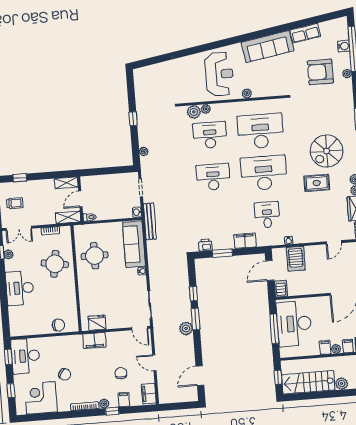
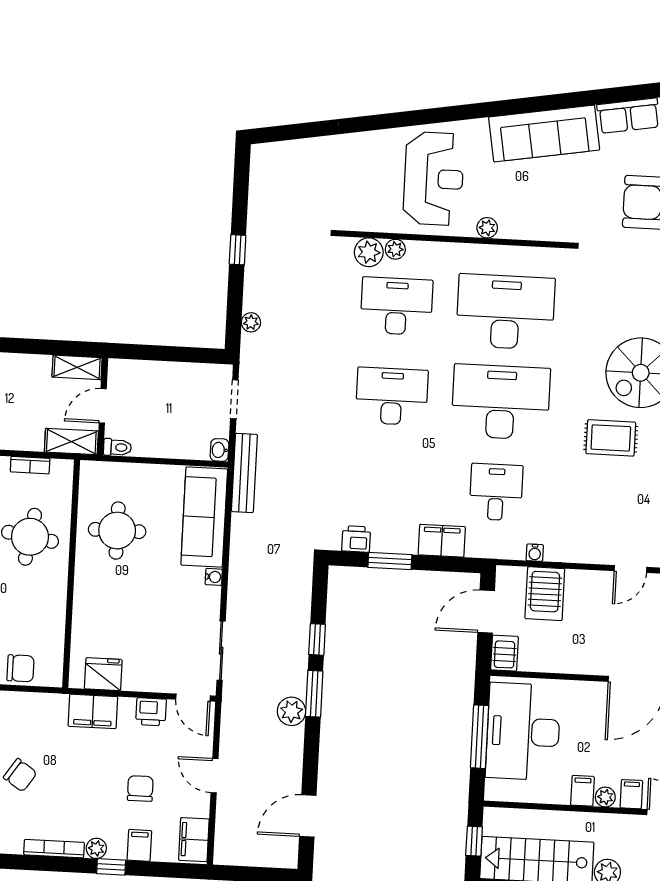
printer: (121, 337) -> (151, 712), added

